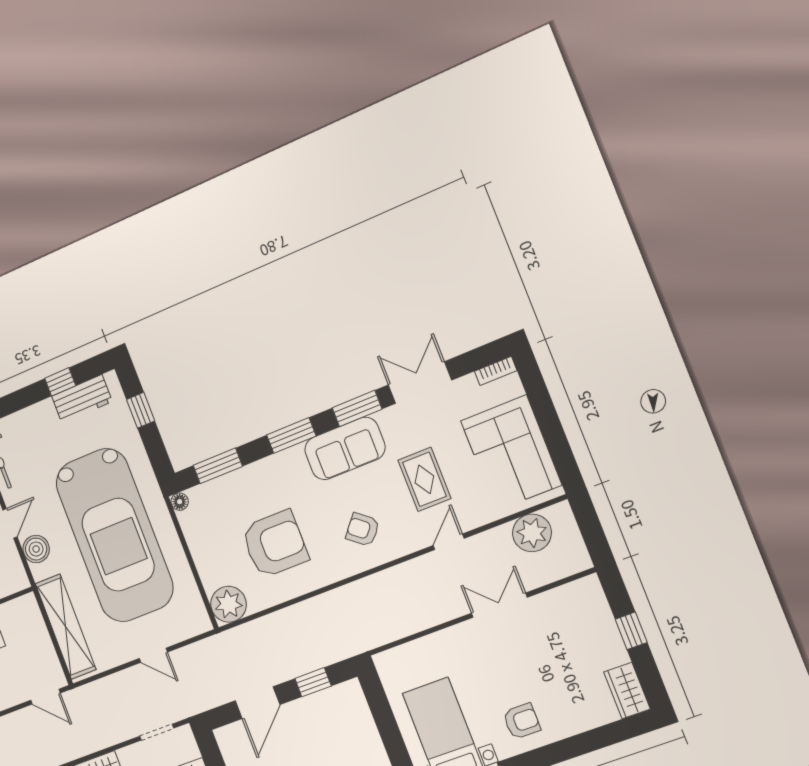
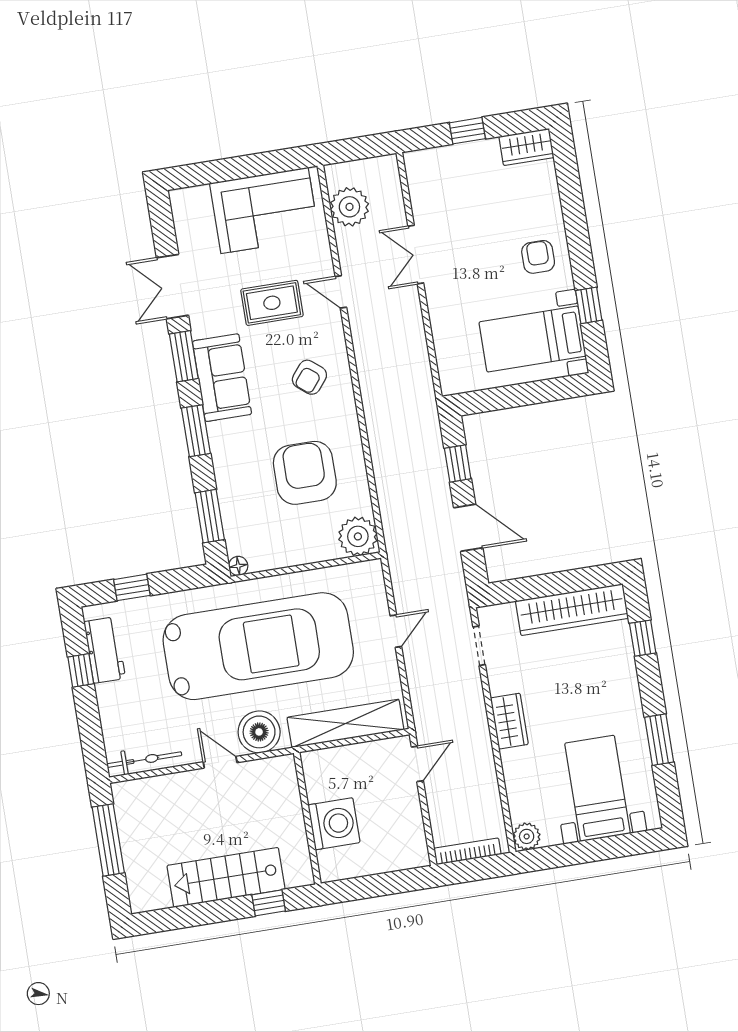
bookcase: (496, 371) -> (179, 209), removed
boiler: (36, 549) -> (259, 732), width x1.37, depth x1.37

